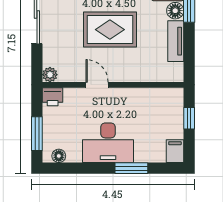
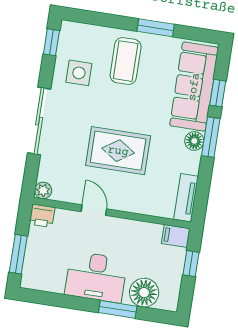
tv unit: (176, 41) -> (186, 198), moved
filing cabinet: (175, 151) -> (176, 236), moved, turned -90
floor lamp: (59, 156) -> (144, 293), moved, width x1.89, depth x1.89

